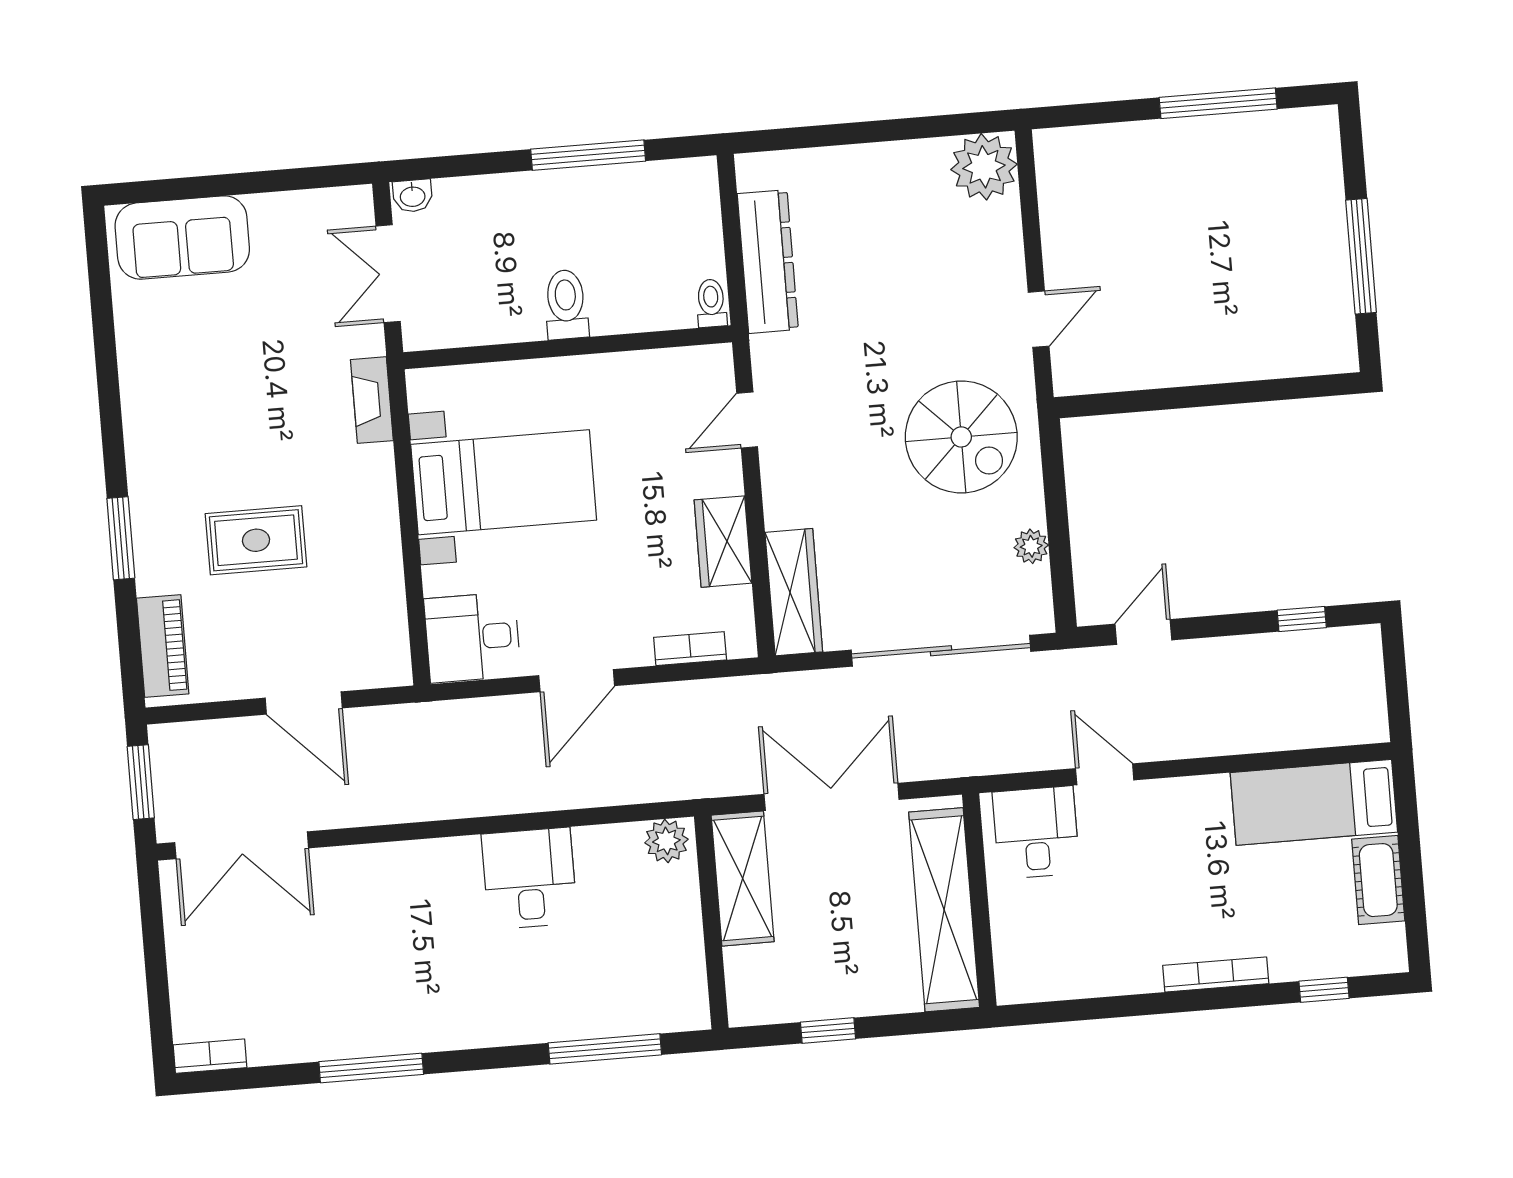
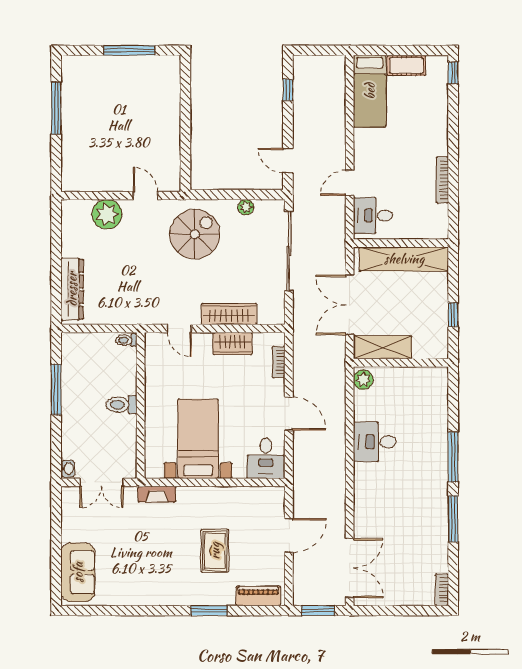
plant: (984, 167) -> (107, 214), moved
dresser: (768, 262) -> (72, 289), moved, turned 90
wardrobe: (794, 592) -> (229, 314), moved
bookcase: (1216, 975) -> (442, 180), moved
window: (1324, 990) -> (453, 73), moved
window: (605, 1049) -> (453, 457), moved

